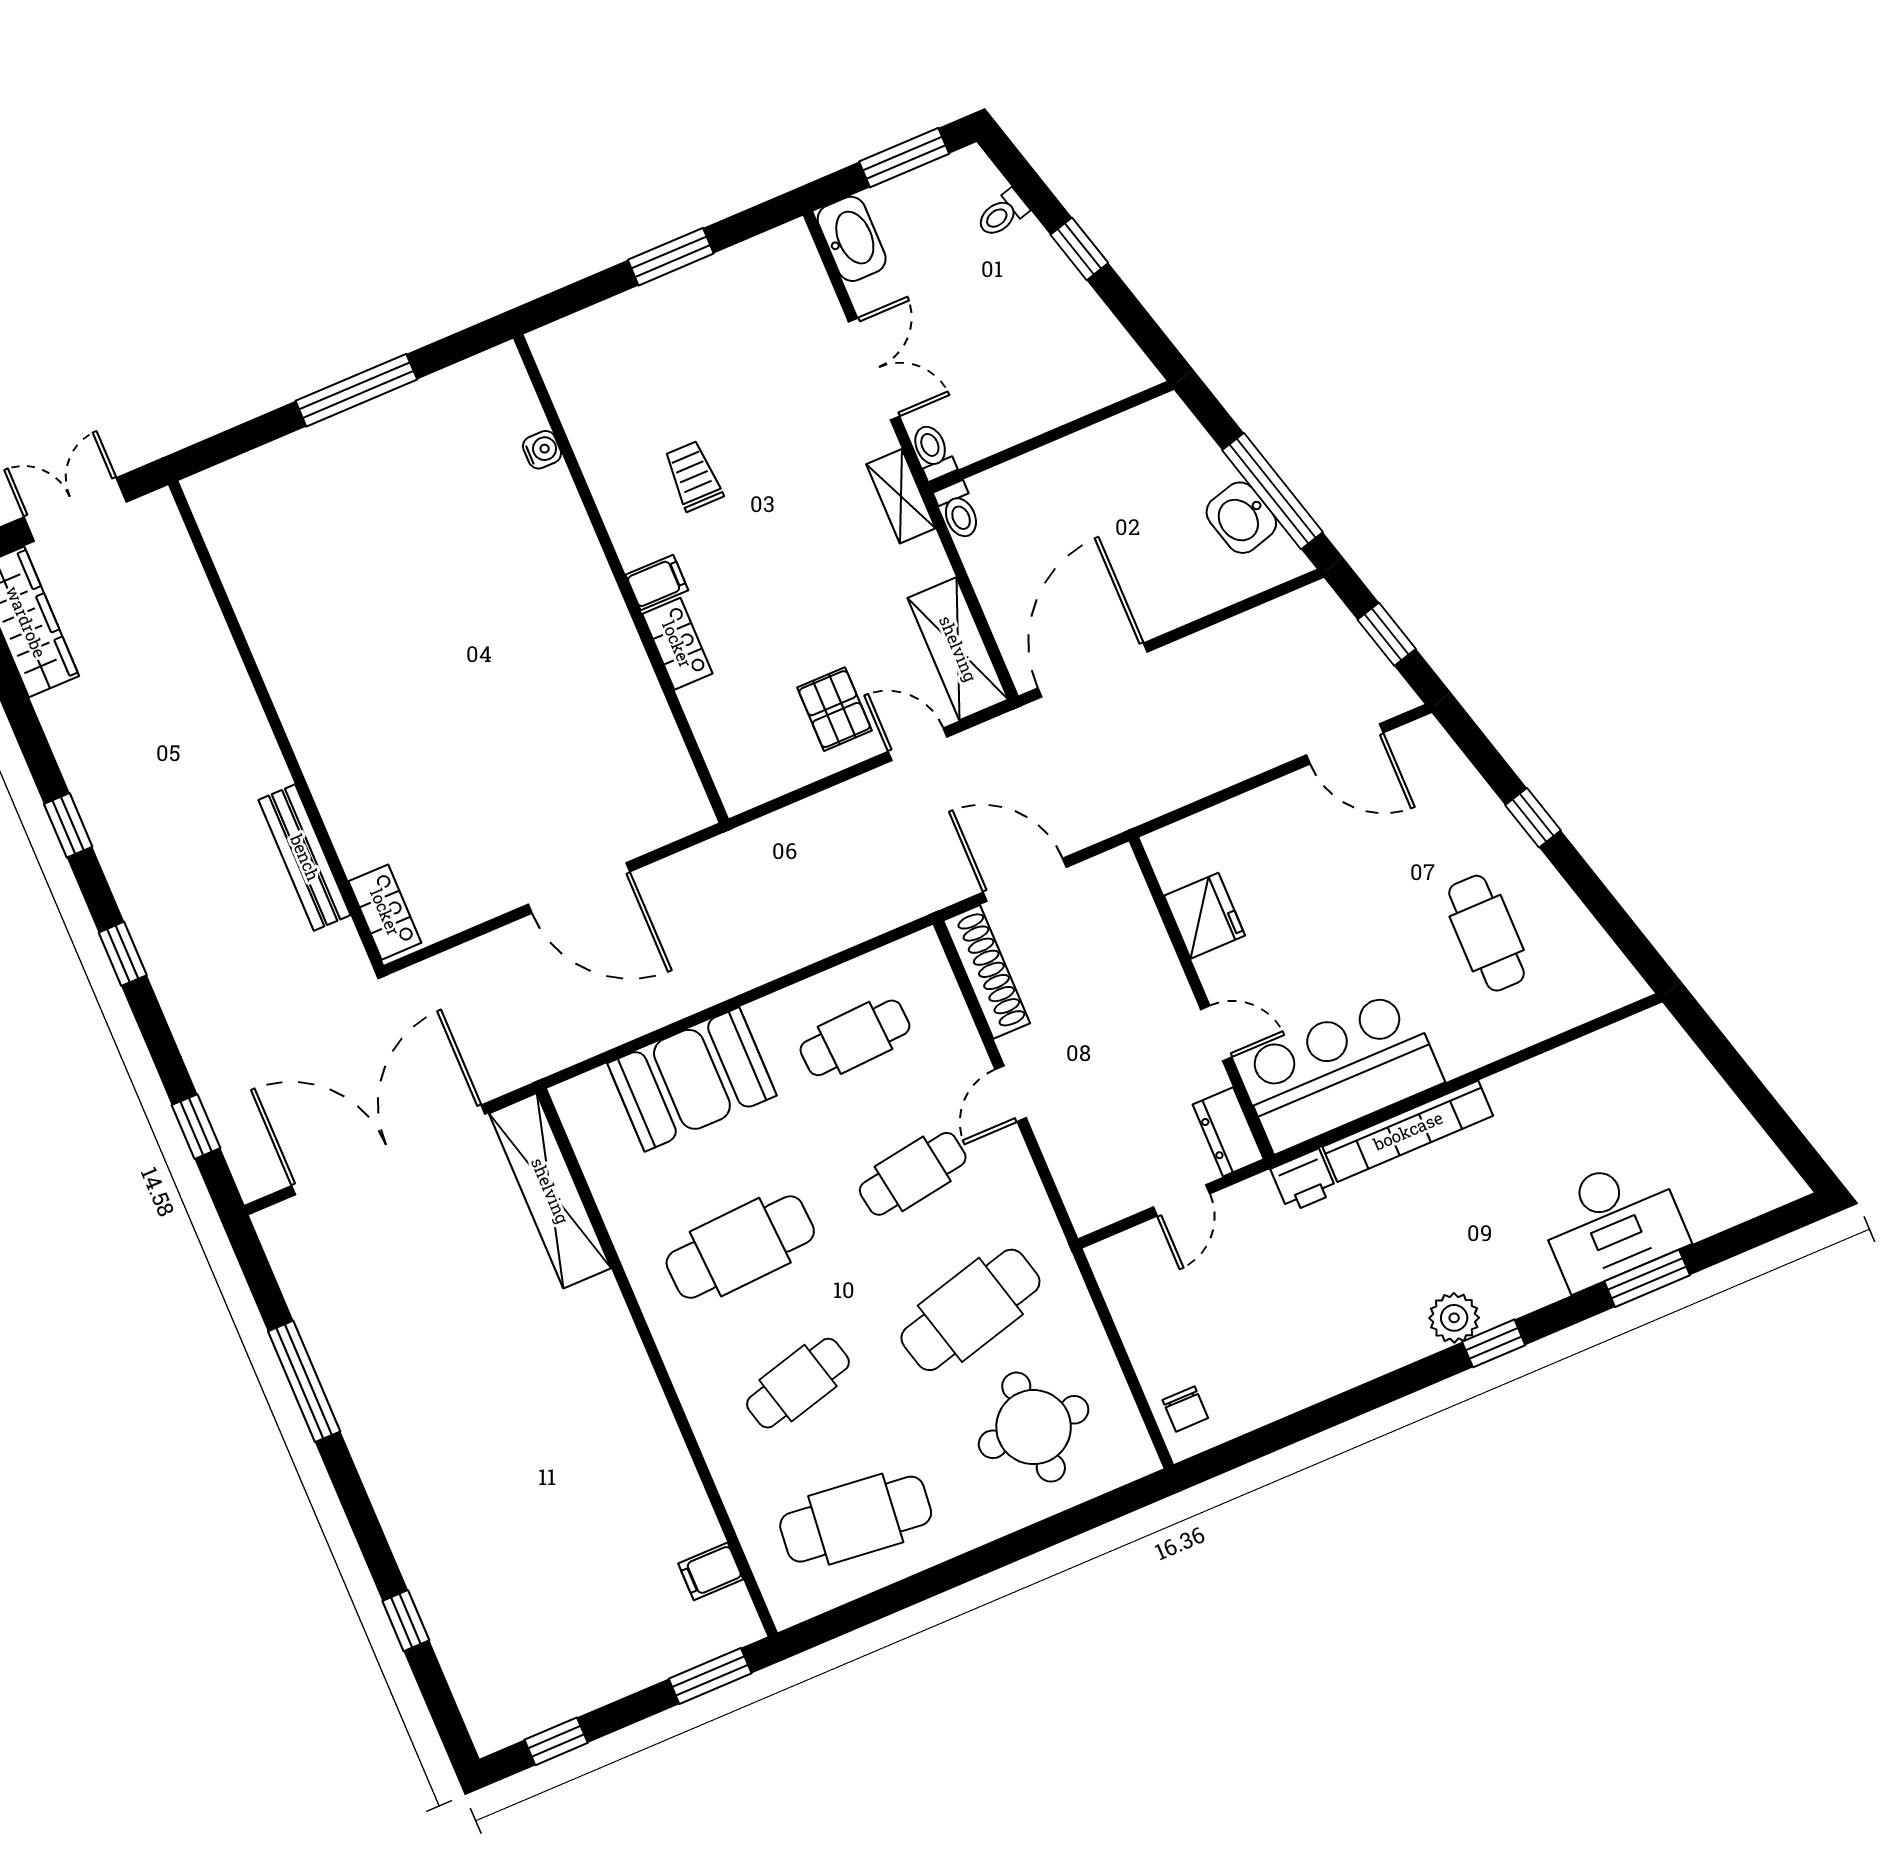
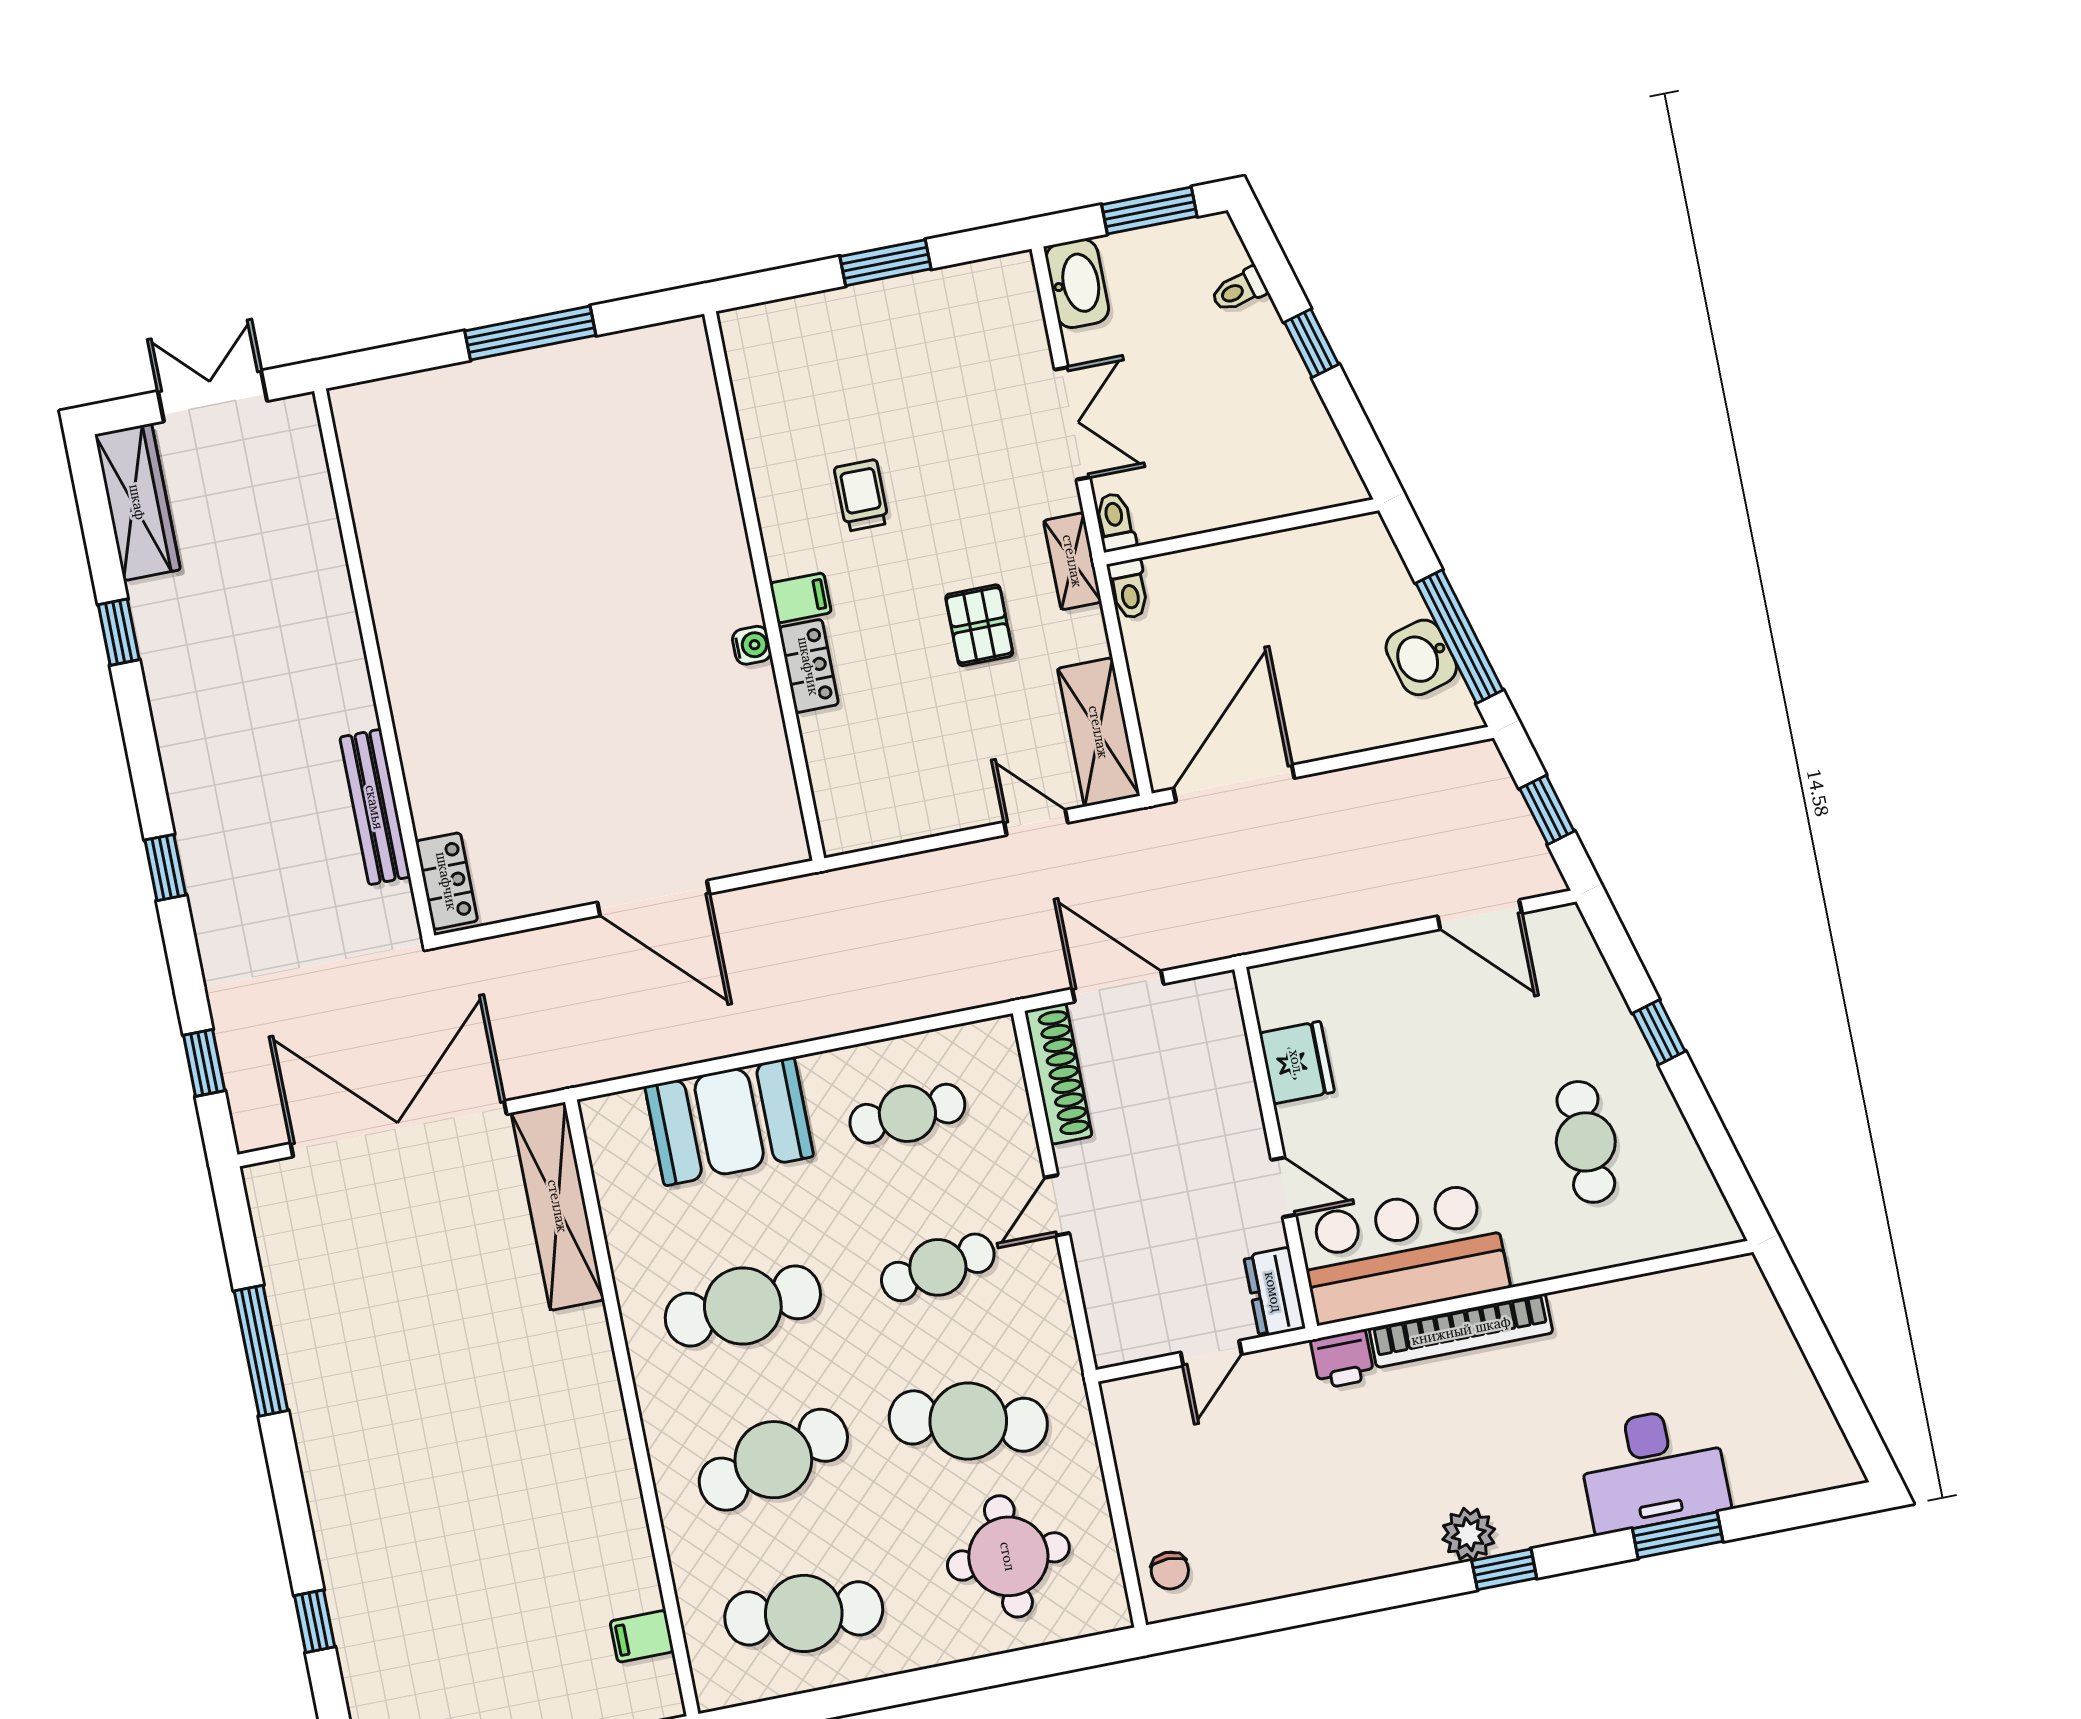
water cooler: (542, 450) -> (752, 645), moved
pallet: (834, 709) -> (979, 625), moved
window: (68, 825) -> (119, 632), moved
cafe table: (970, 1310) -> (968, 1421), turned 30
cafe table: (798, 1383) -> (773, 1460), width x1.37, depth x1.35

